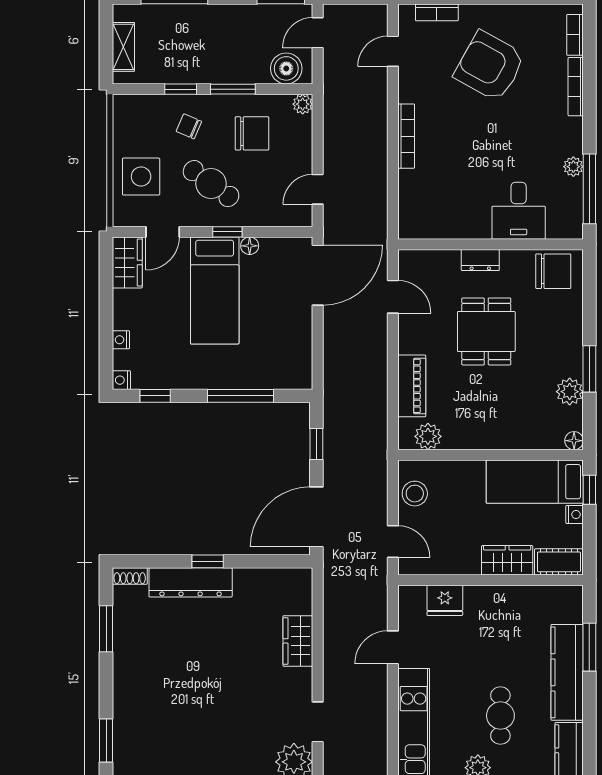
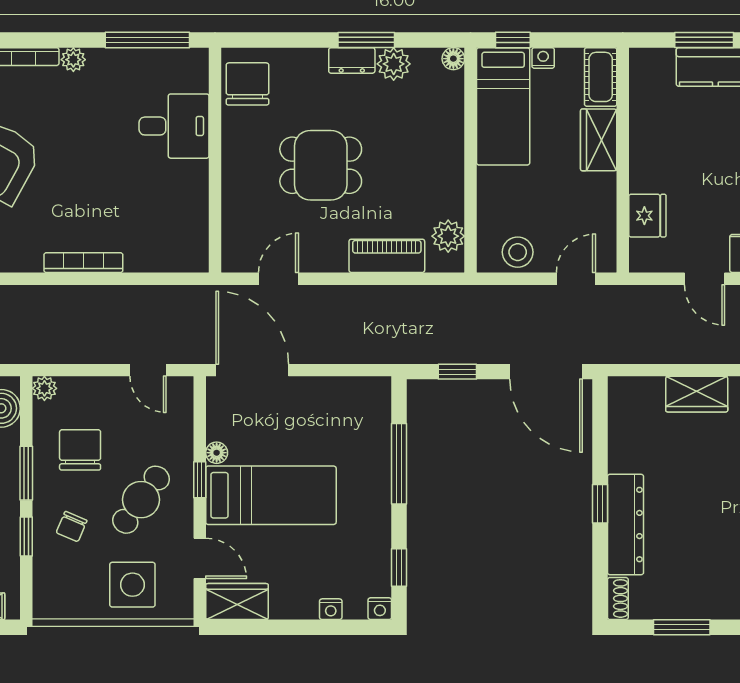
plant: (573, 167) -> (73, 60), moved
dresser: (480, 260) -> (352, 60), moved, turned 90

